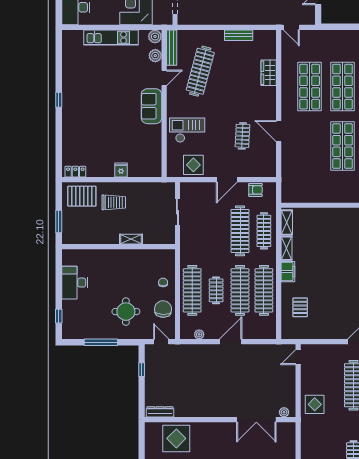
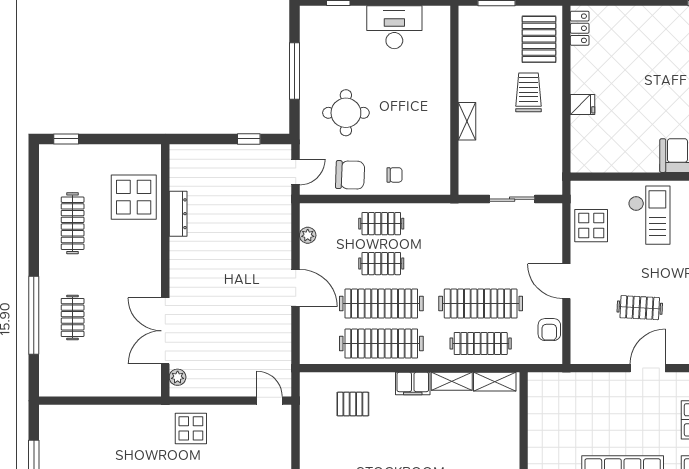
trolley: (114, 202) -> (529, 92), turned 180
clothes rail: (192, 290) -> (381, 224), width x0.54, depth x0.76
dresser: (160, 412) -> (178, 214), moved

